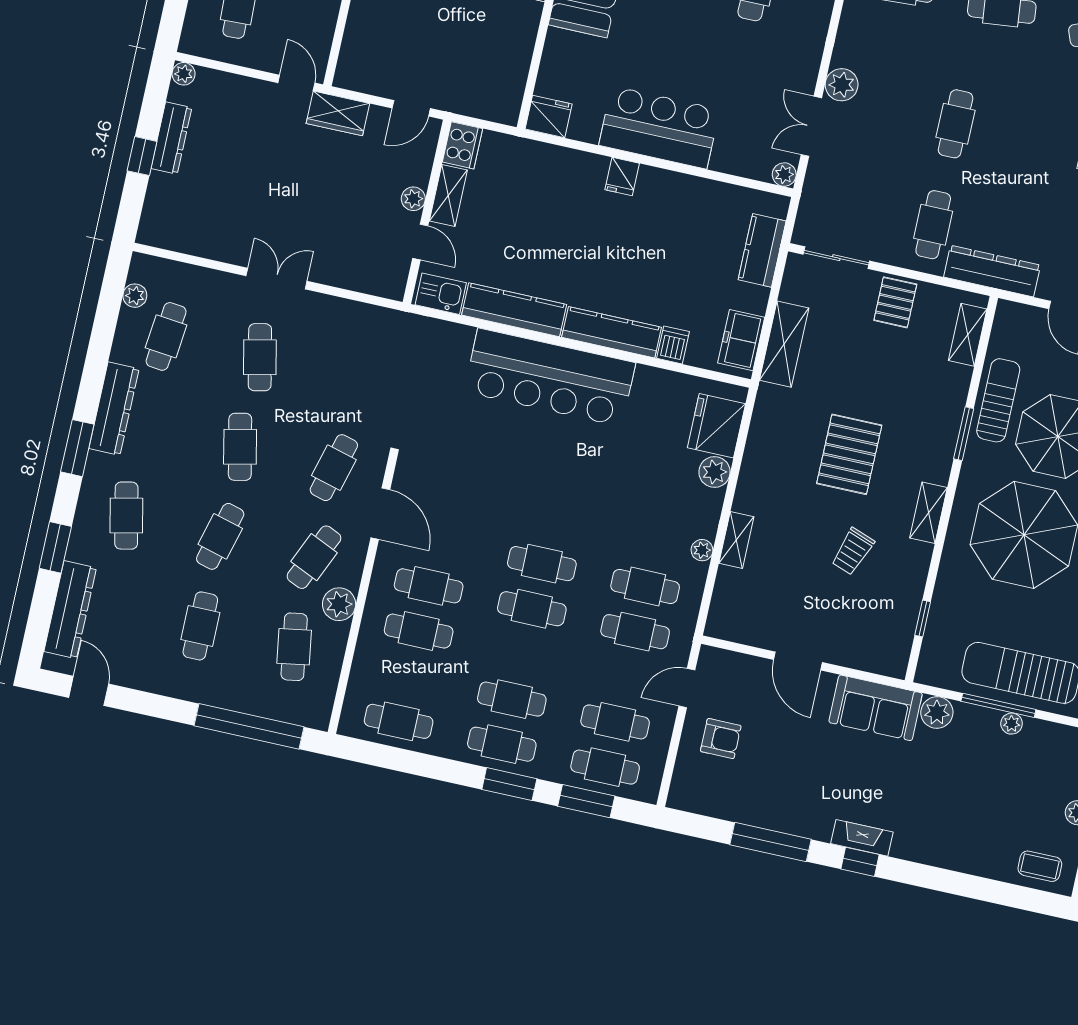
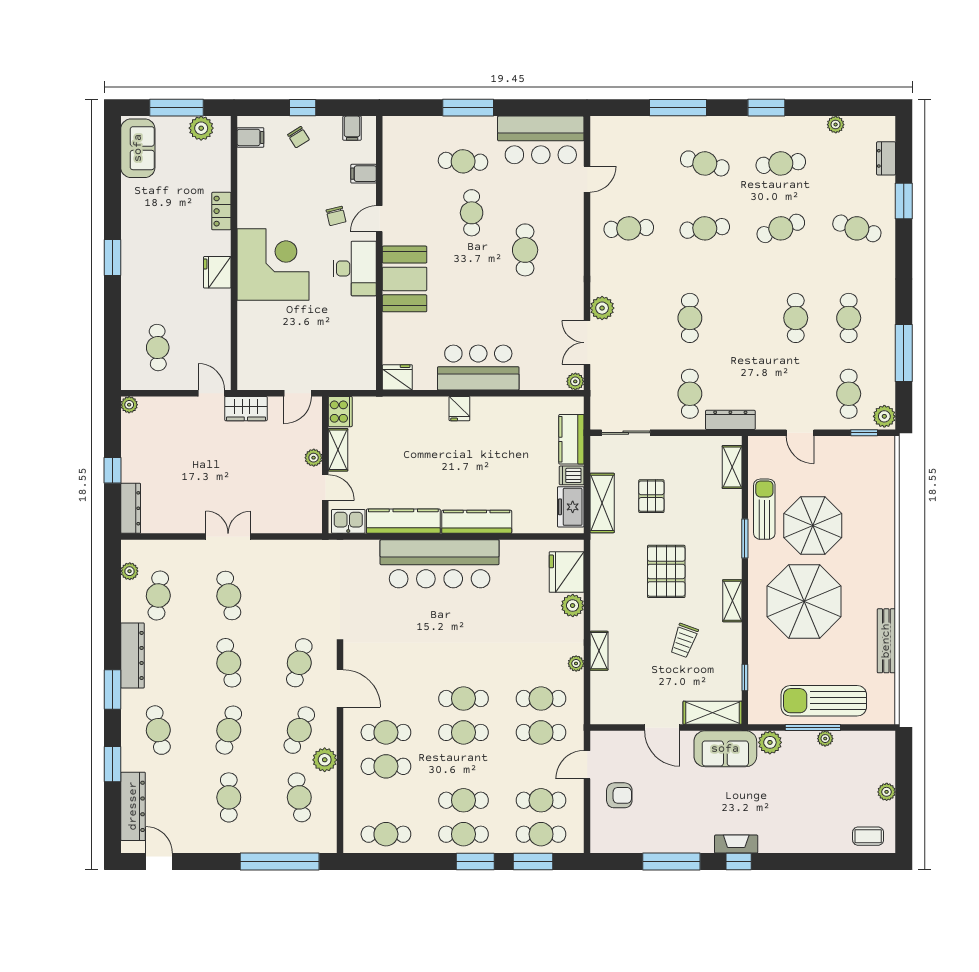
dresser: (171, 138) -> (131, 508), moved
dresser: (992, 271) -> (730, 420), width x0.73, depth x0.80
pallet: (895, 302) -> (651, 496), moved
dishwasher: (673, 345) -> (572, 475), moved, turned -90
shelving: (869, 656) -> (712, 713), added

